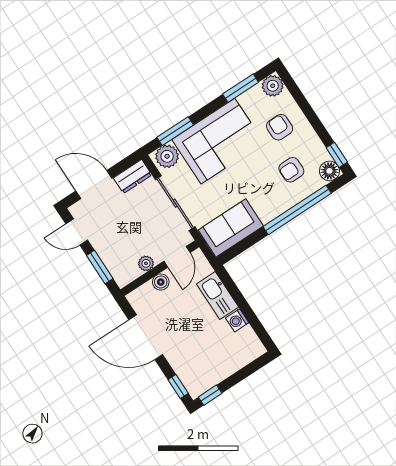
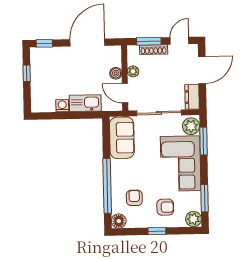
window: (337, 155) -> (157, 231), moved
shoe rack: (106, 255) -> (154, 50), added
window: (210, 395) -> (27, 73), moved

